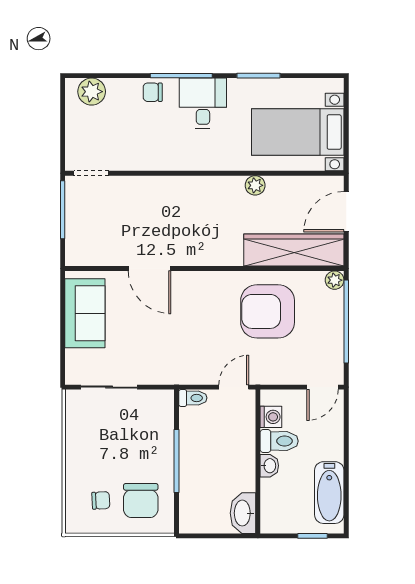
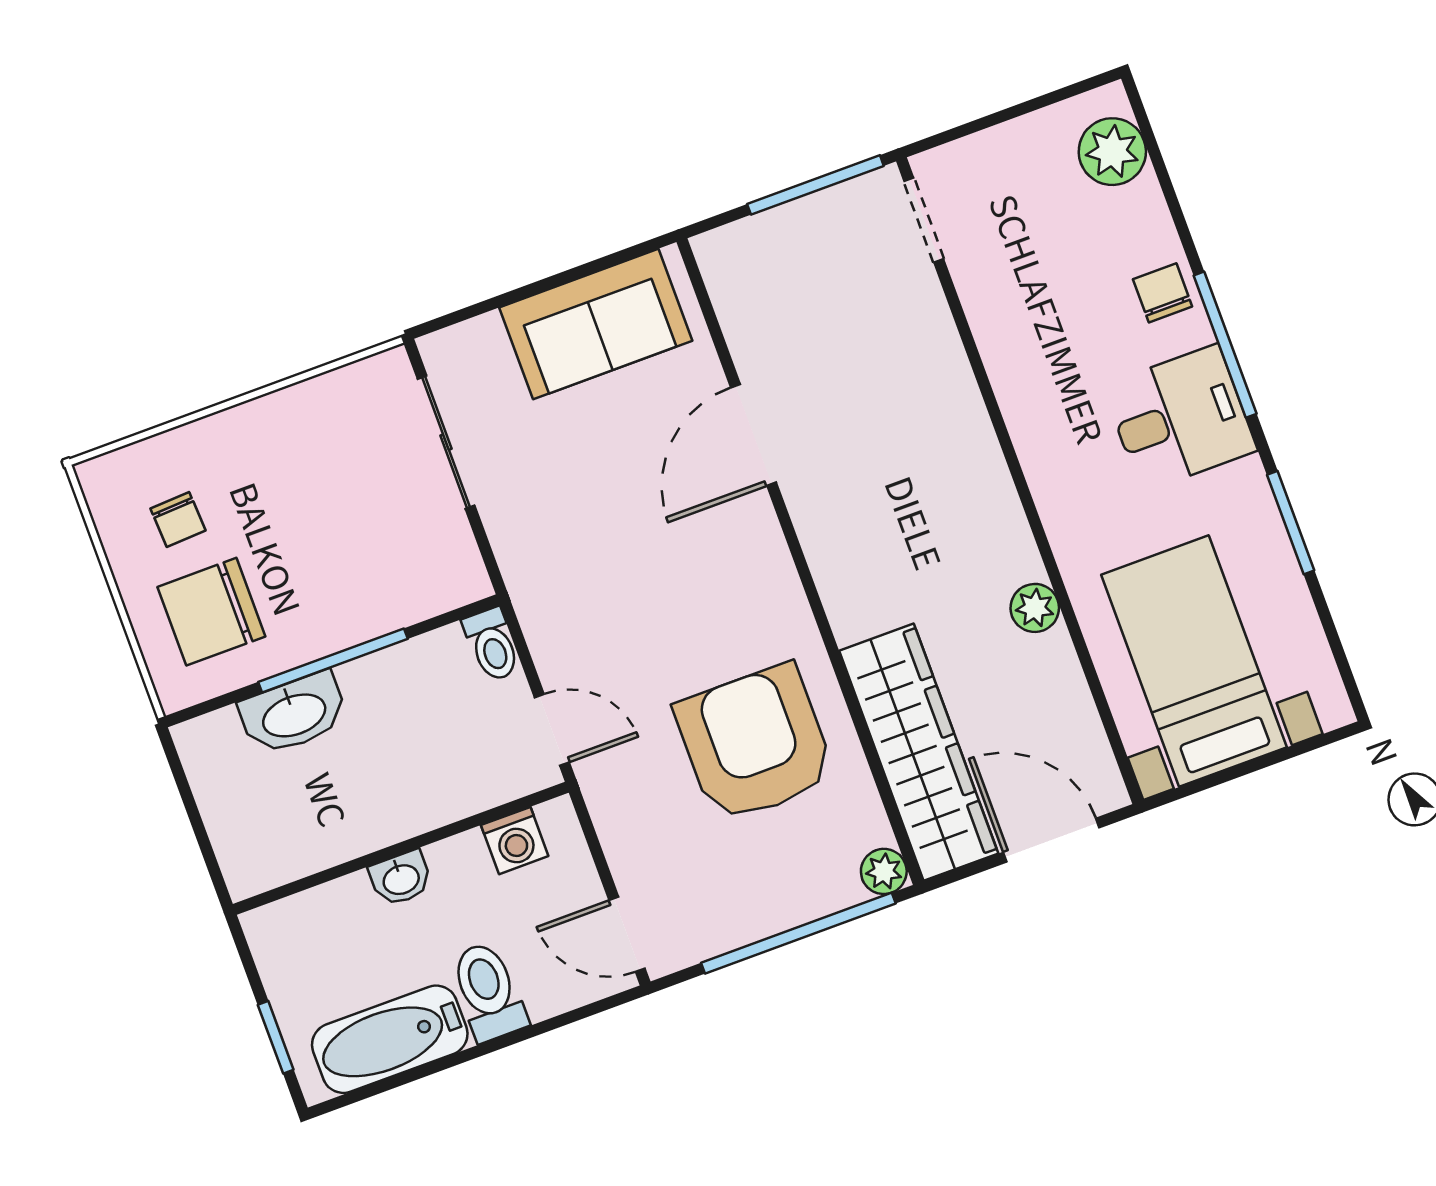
toilet: (279, 441) -> (488, 991), moved, turned 180
washbasin: (243, 513) -> (294, 714), moved, turned 180

